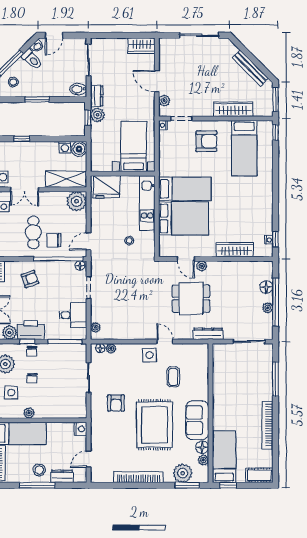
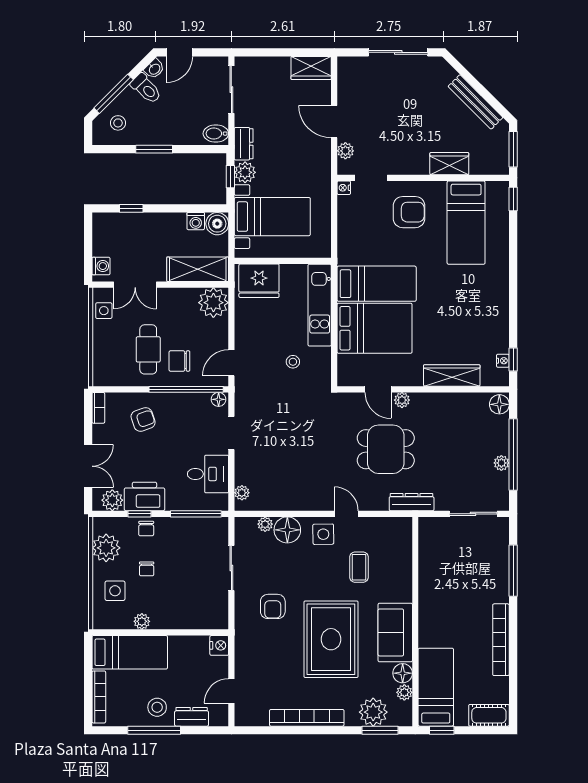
wardrobe: (233, 109) -> (449, 164), width x0.67
bed with nightstands: (134, 146) -> (272, 217), moved, turned 90
floor lamp: (266, 287) -> (499, 404), moved
floor lamp: (100, 348) -> (287, 530), moved, width x1.89, depth x1.89

